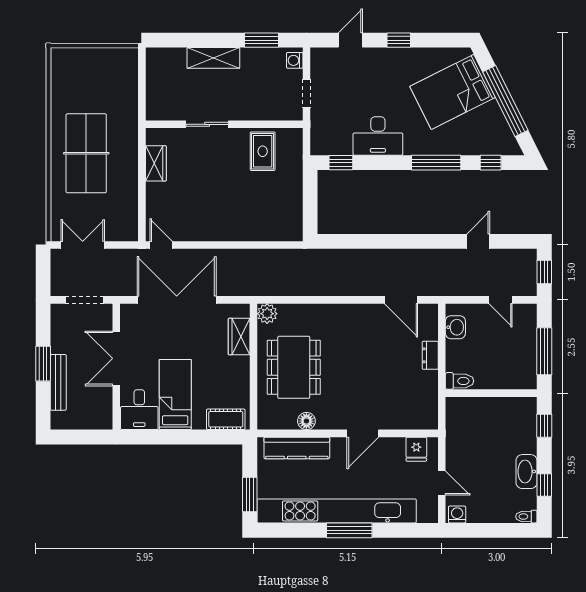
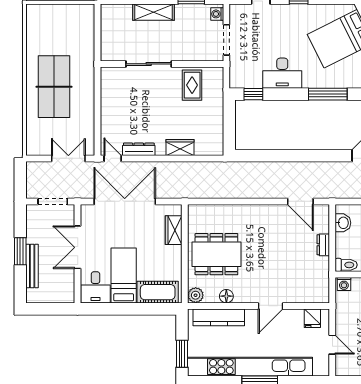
doorway: (306, 93) -> (226, 40), width x1.38
sliding door: (207, 124) -> (149, 64), width x1.37
wardrobe: (156, 163) -> (180, 148), moved, turned -90
dresser: (195, 233) -> (139, 149), added
double door: (83, 245) -> (68, 158), moved
plant: (267, 314) -> (196, 295), moved
dining table: (294, 367) -> (216, 254), turned 90
cot: (226, 419) -> (158, 292), width x1.37, depth x1.34
washing machine: (457, 515) -> (344, 284), moved, turned 180

